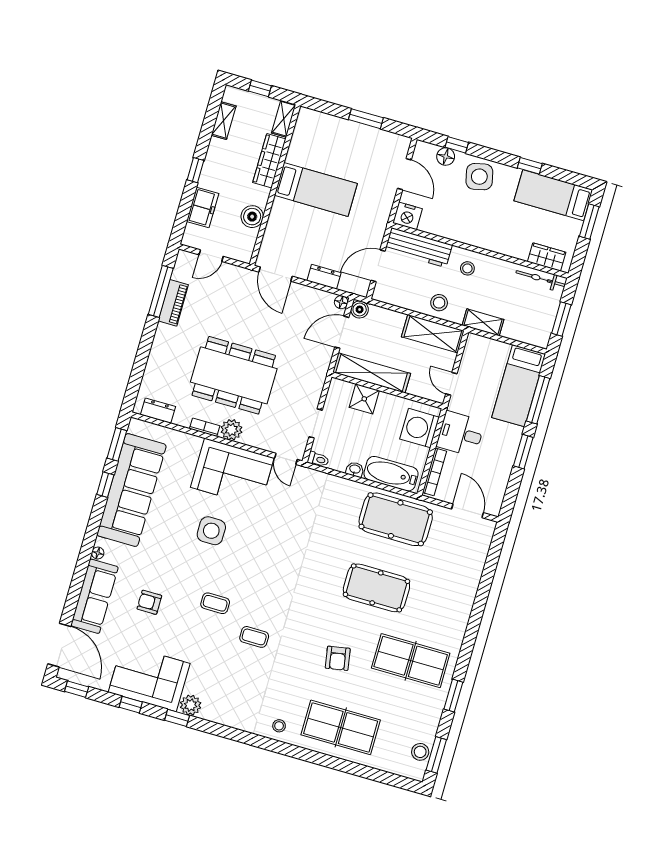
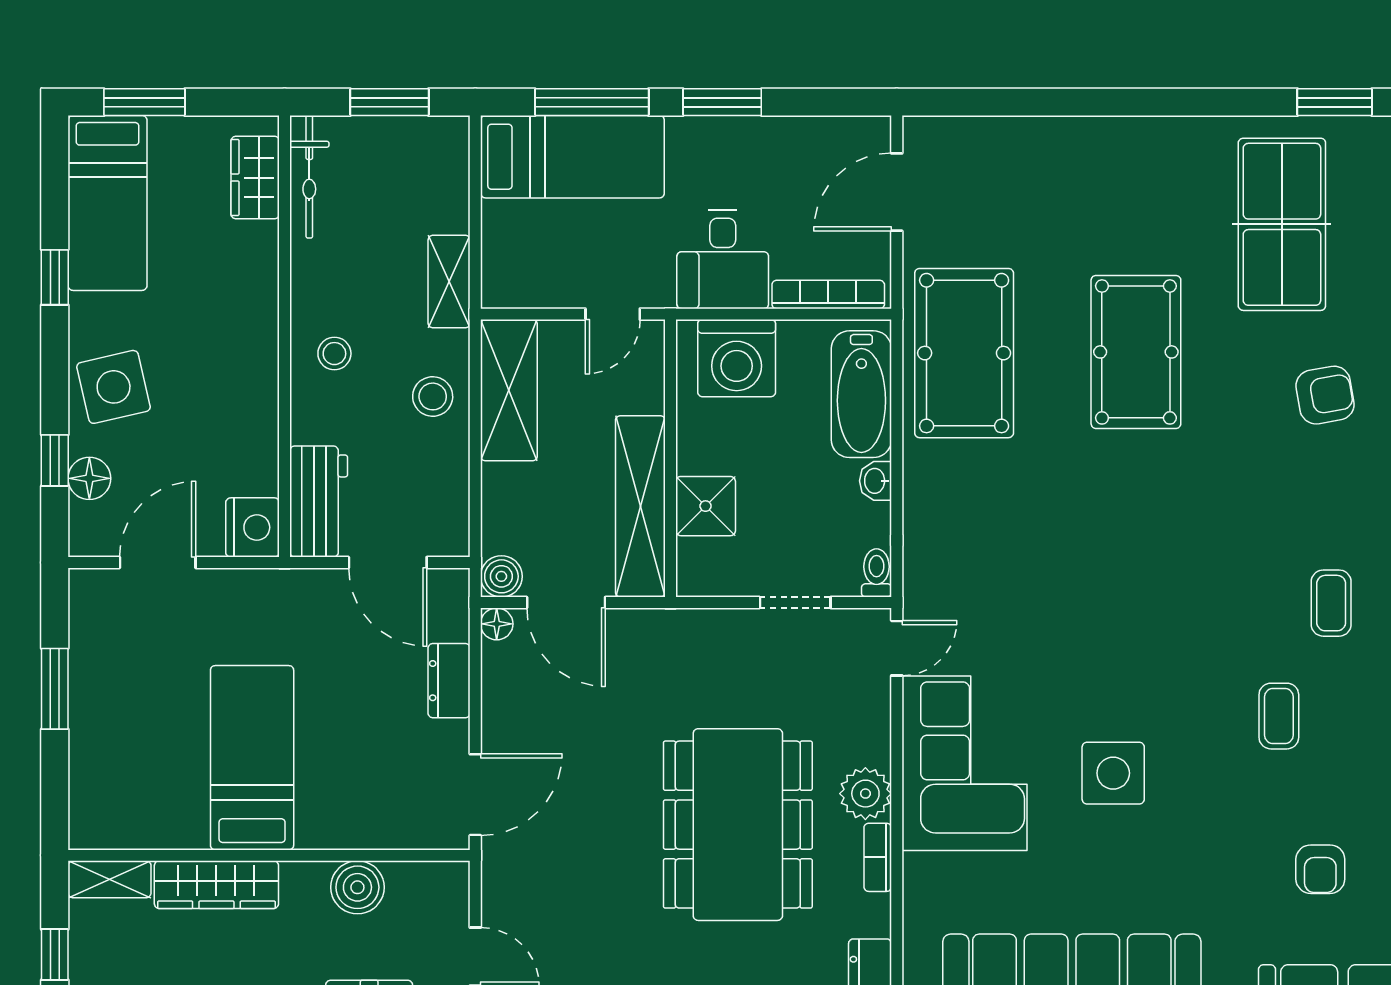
workbench: (419, 248) -> (319, 502), width x0.73

